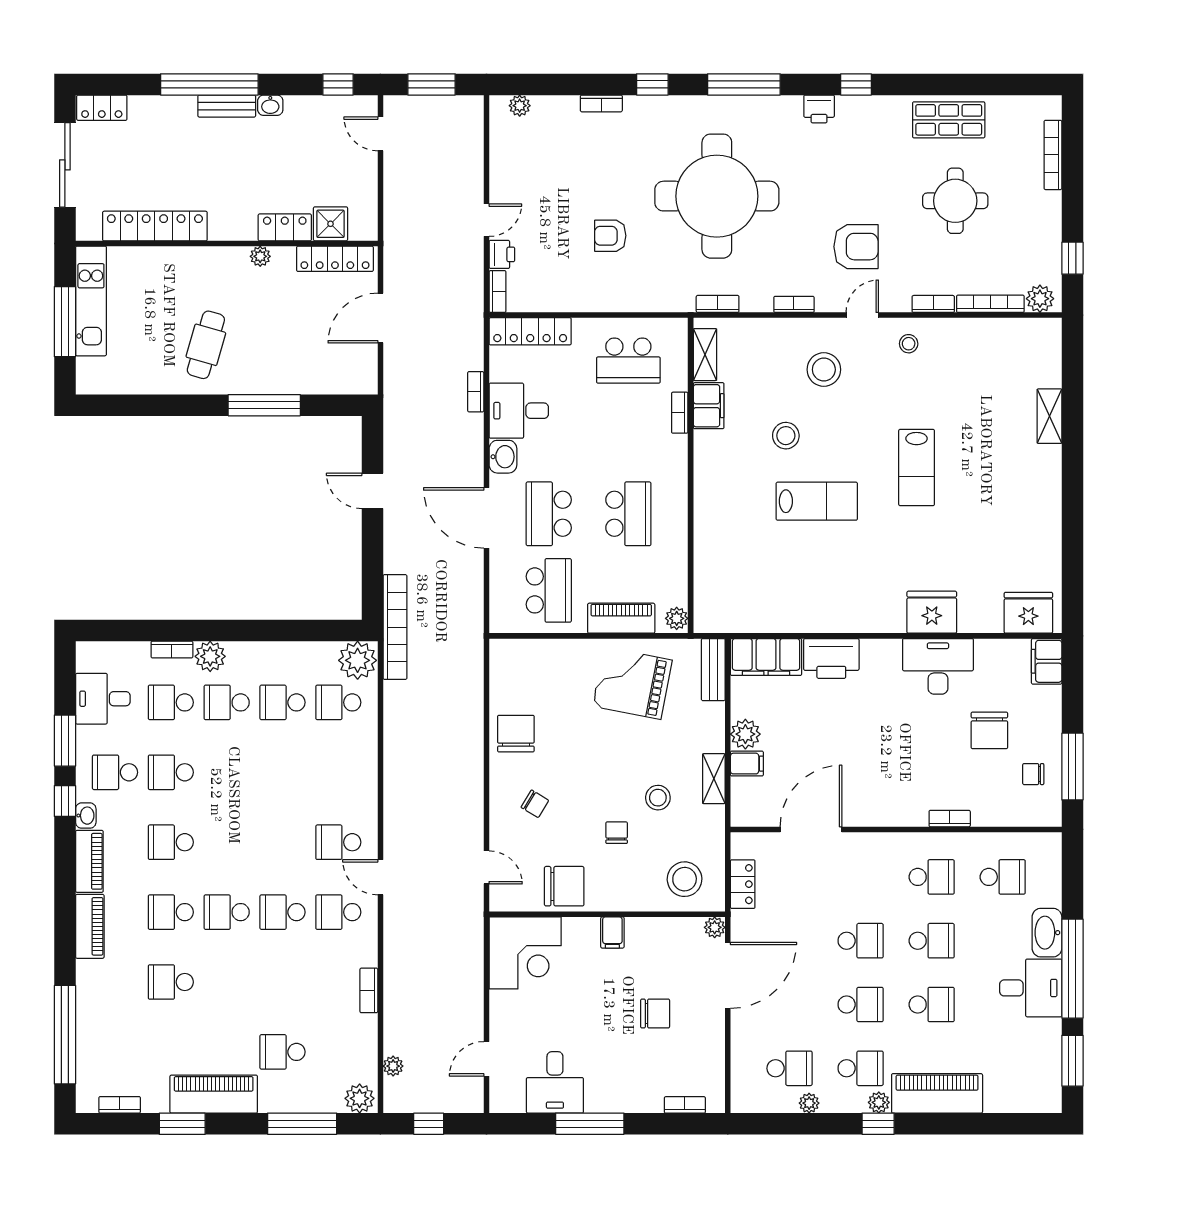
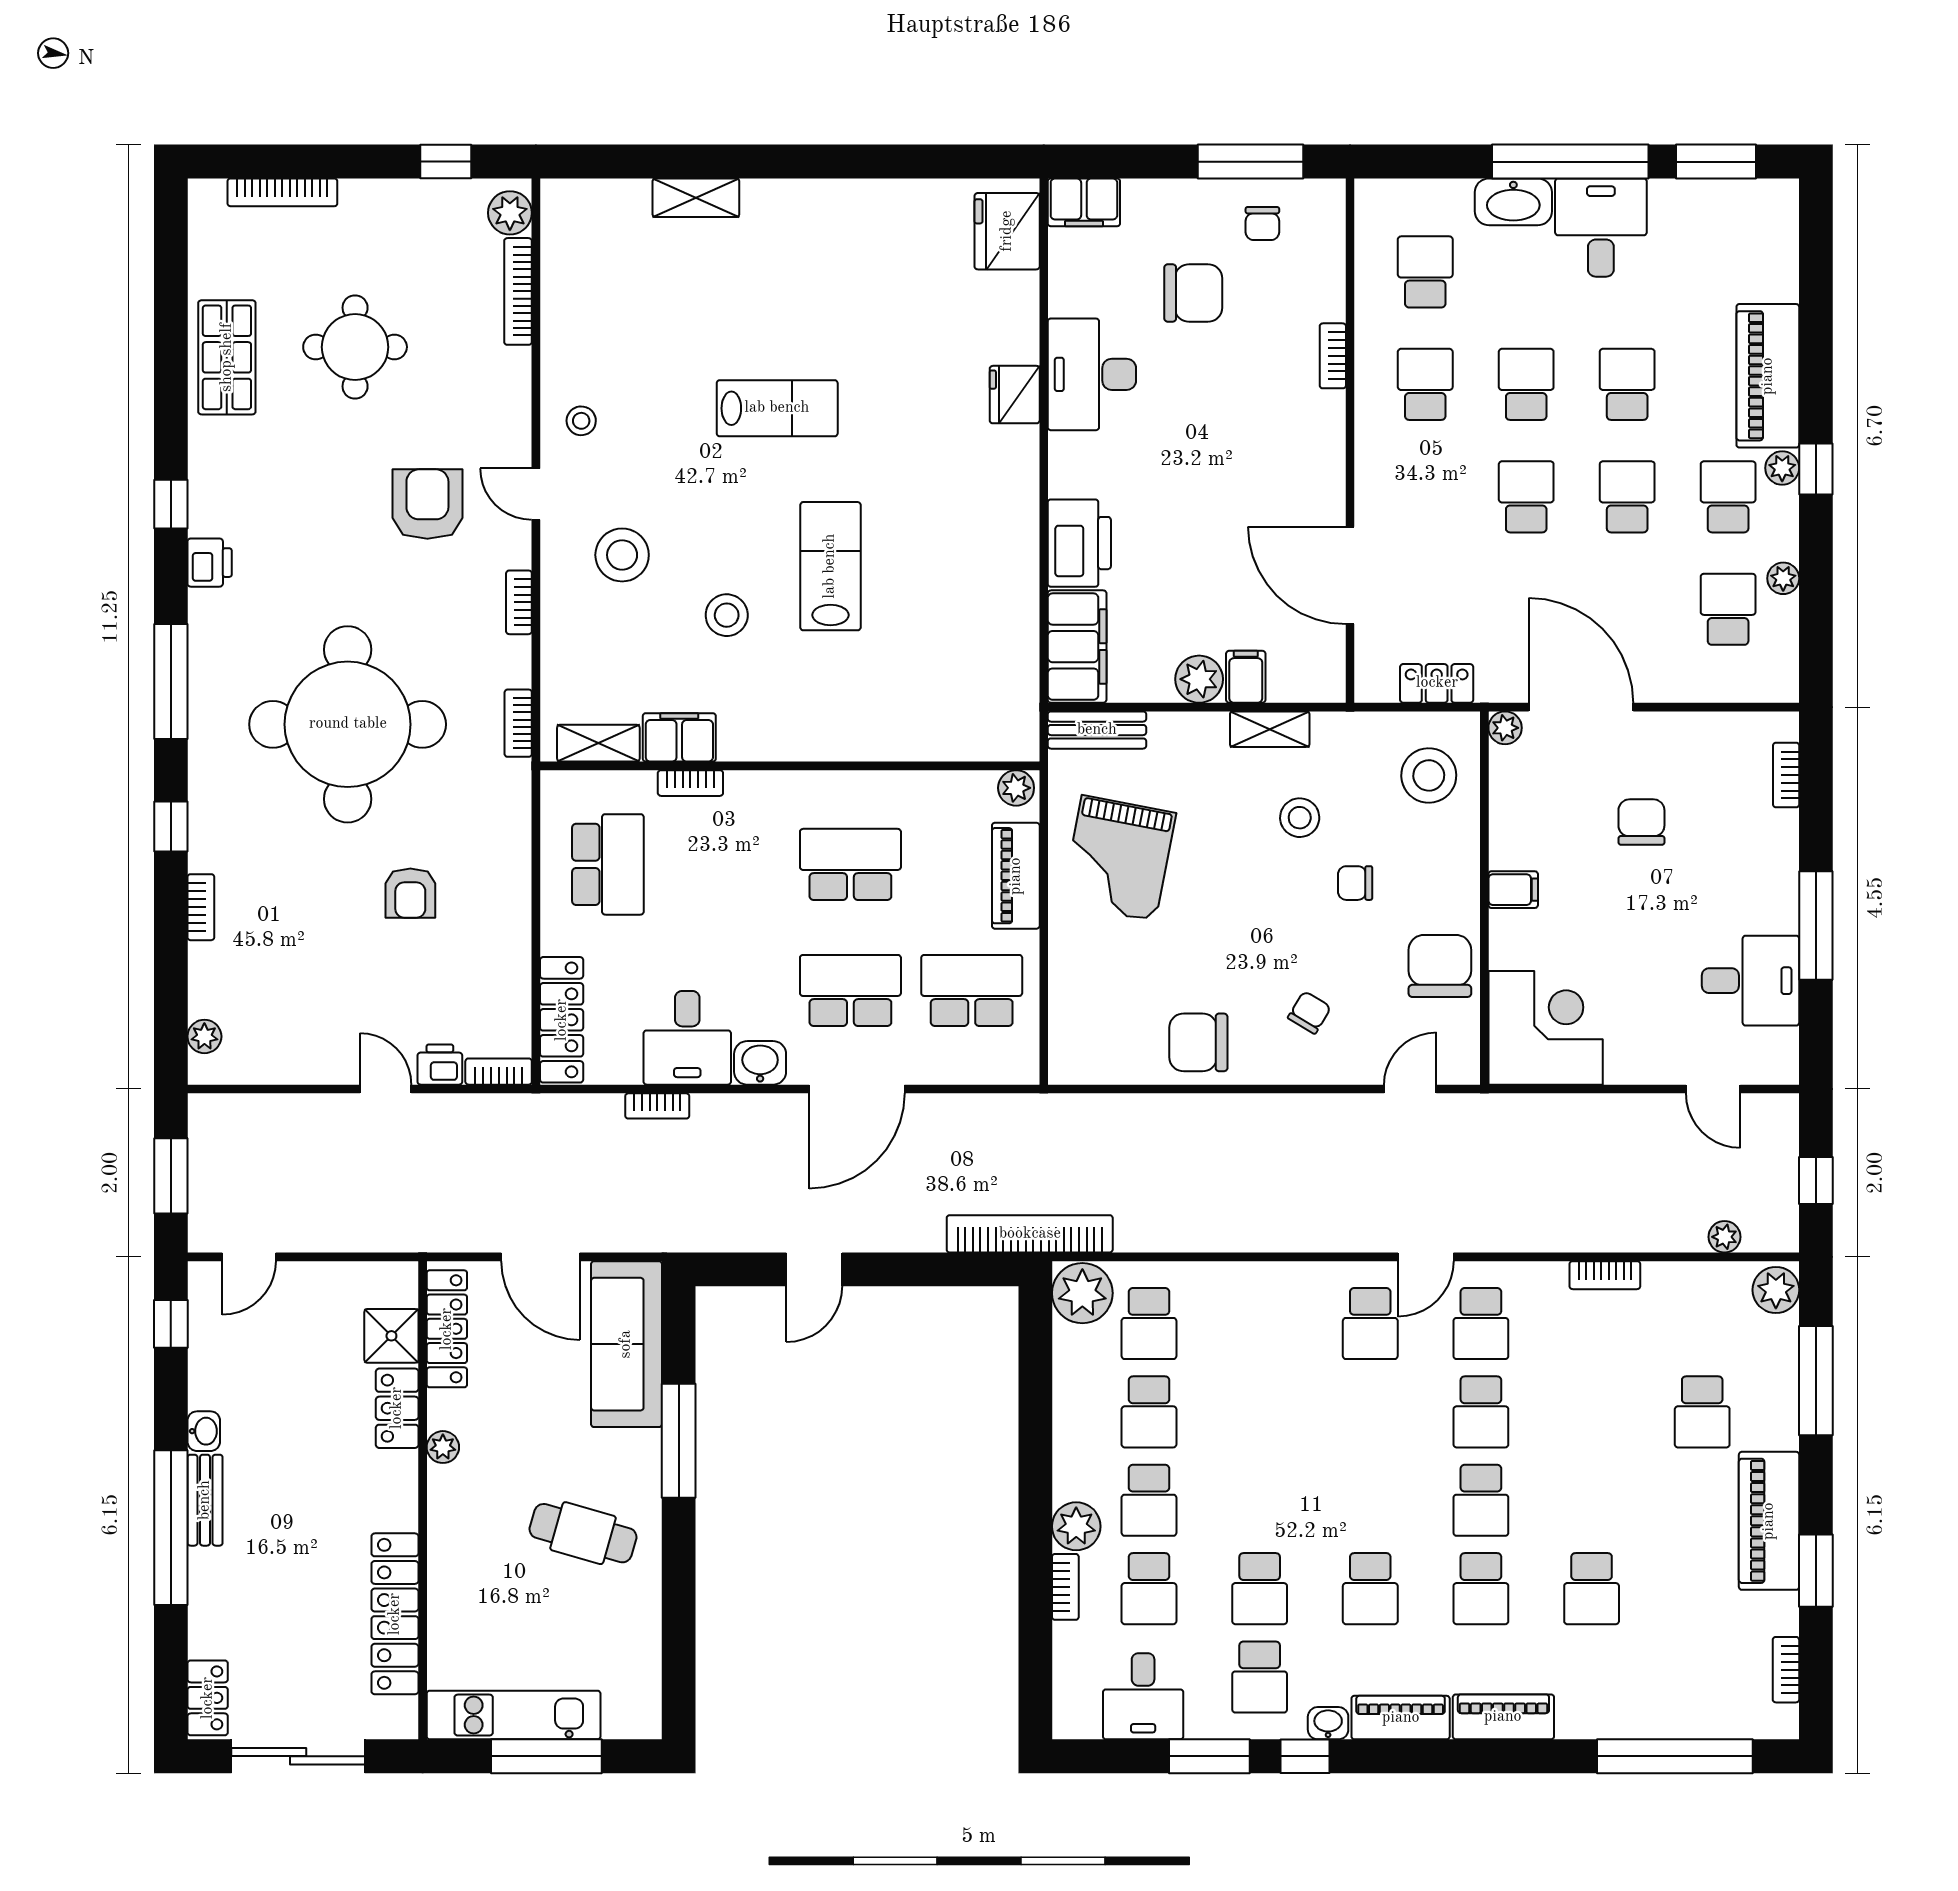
bookcase: (933, 304) -> (518, 382), removed
sofa: (325, 372) -> (626, 1344), added
school desk: (549, 514) -> (850, 990), turned 180
fridge: (932, 612) -> (1015, 395), width x0.73, depth x0.75

